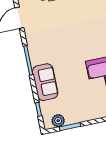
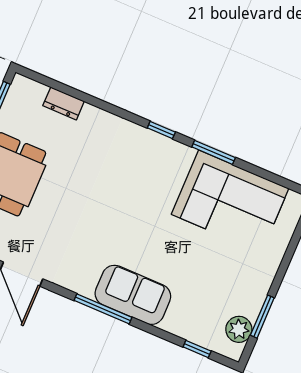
sofa: (45, 82) -> (133, 295), moved

